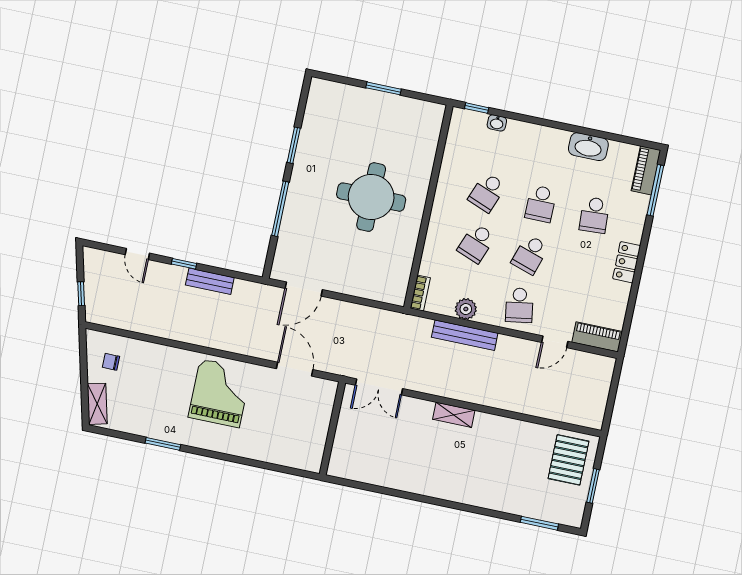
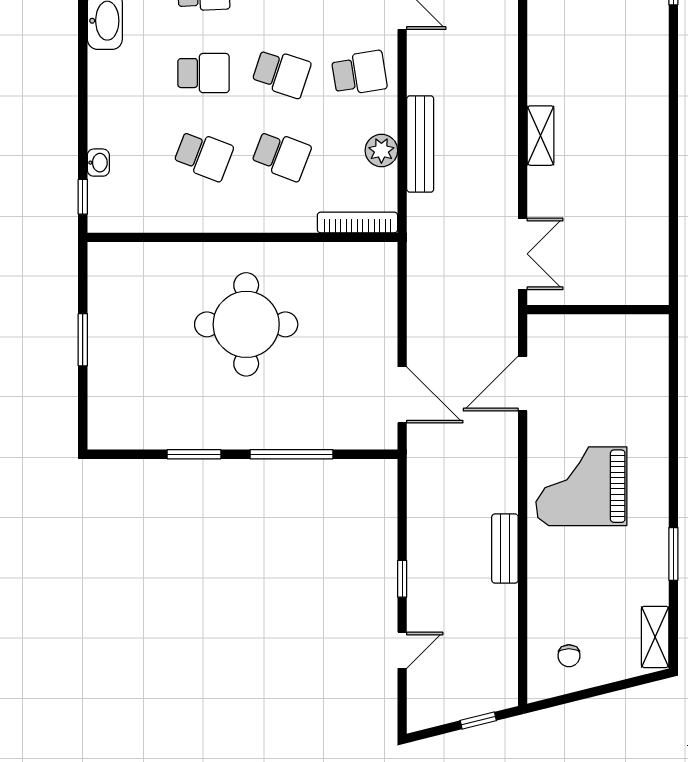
bench: (210, 281) -> (505, 549), moved
bookcase: (420, 293) -> (357, 222), width x1.56
shelving: (97, 404) -> (655, 637), moved, turned -76

